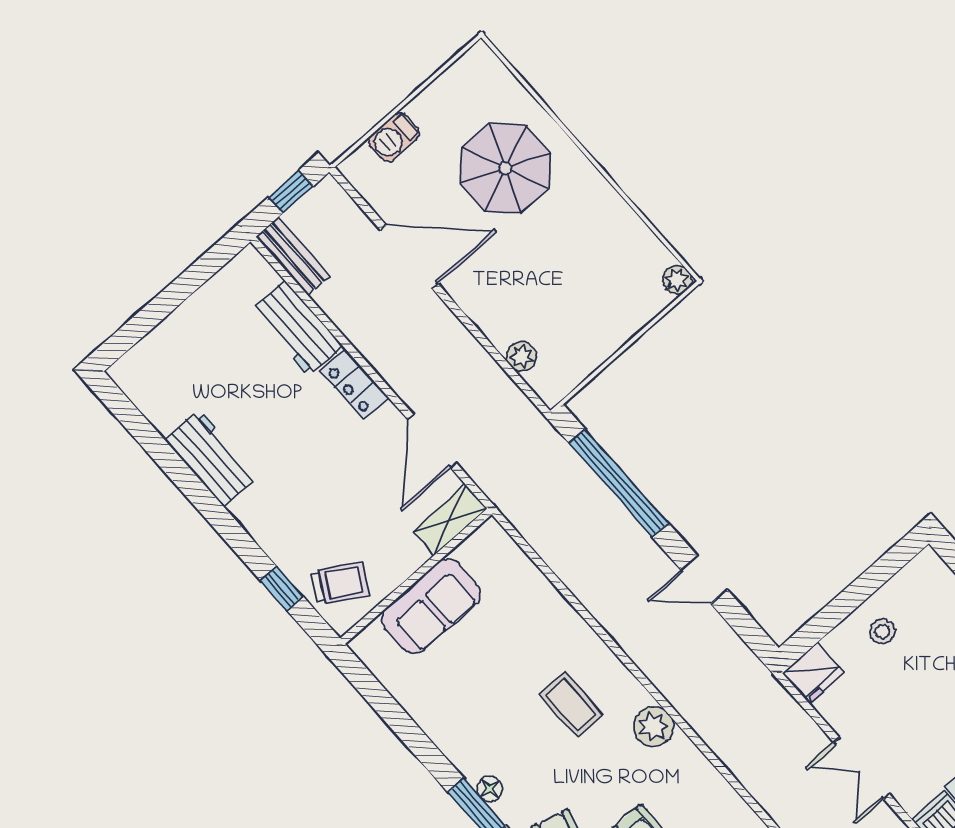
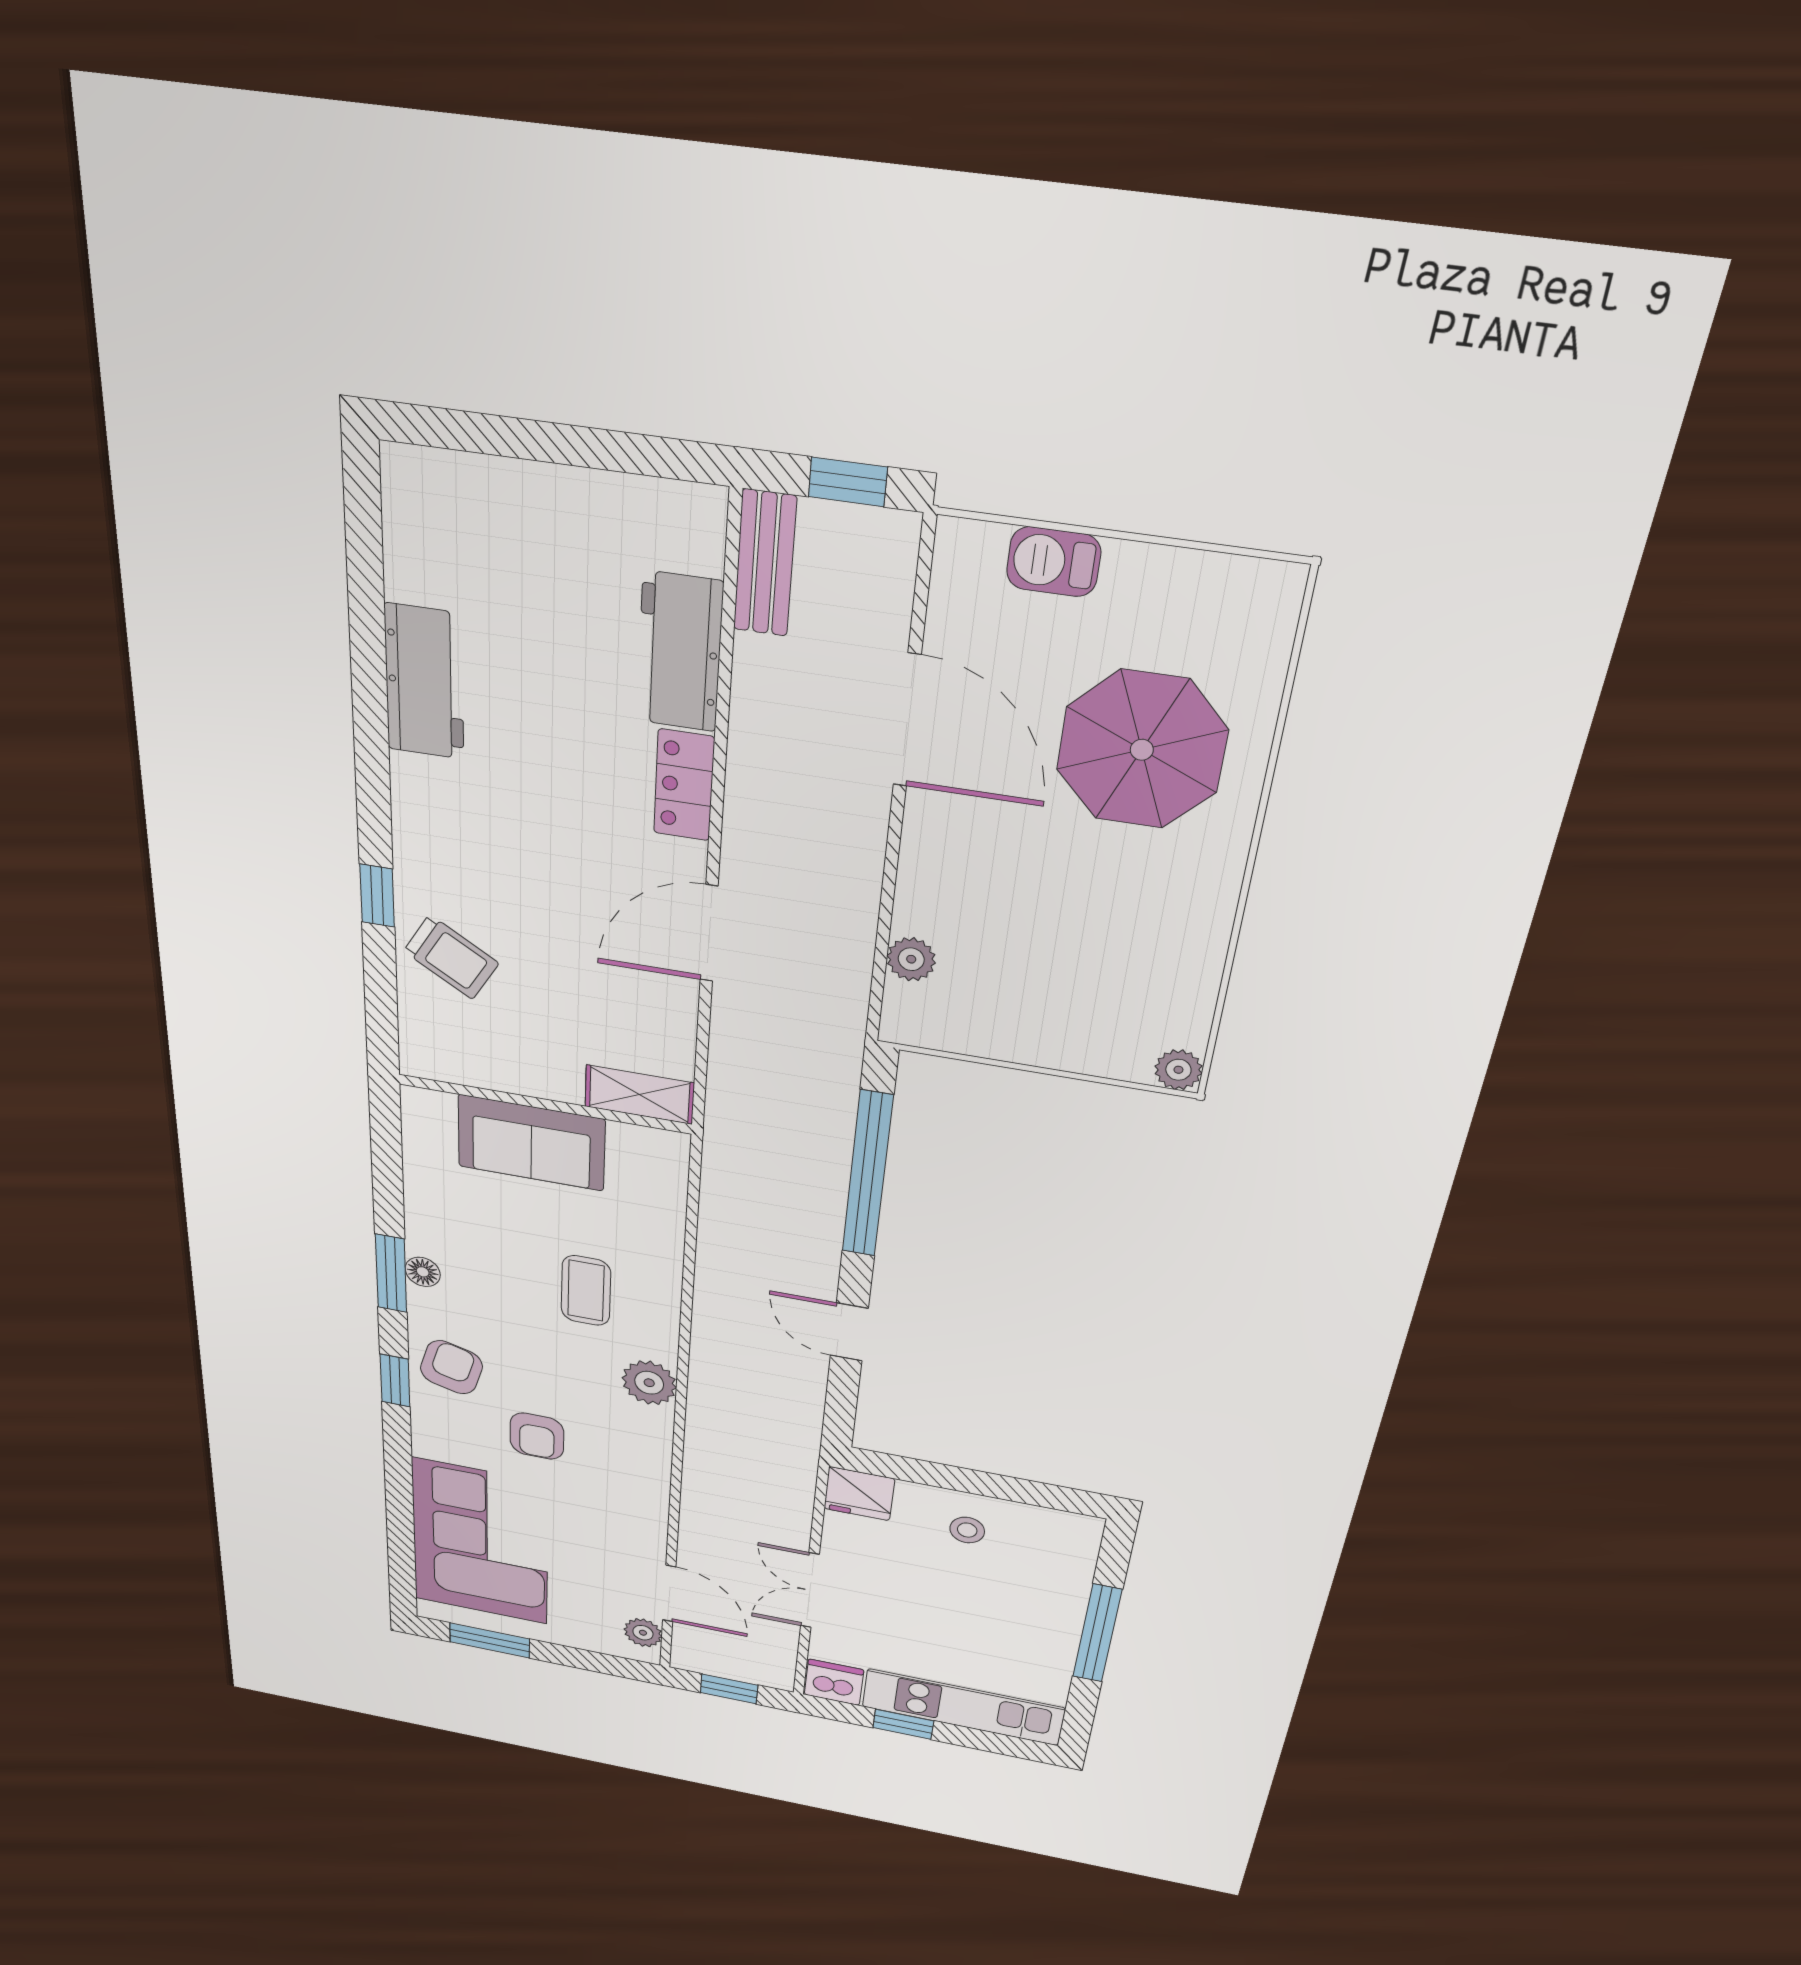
shelving: (450, 520) -> (639, 1095), moved
wall: (416, 576) -> (544, 1104), moved
sofa: (431, 606) -> (531, 1143), moved

